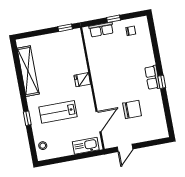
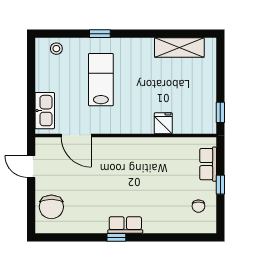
shelving: (28, 71) -> (179, 47), width x0.68
fridge: (82, 80) -> (163, 123), moved
chair: (132, 109) -> (51, 207), moved

